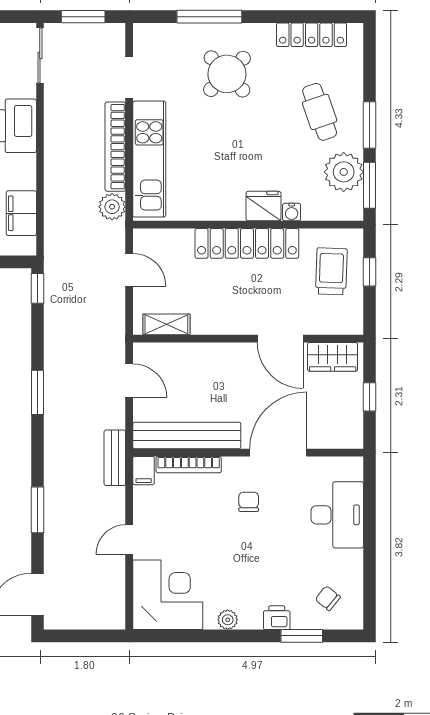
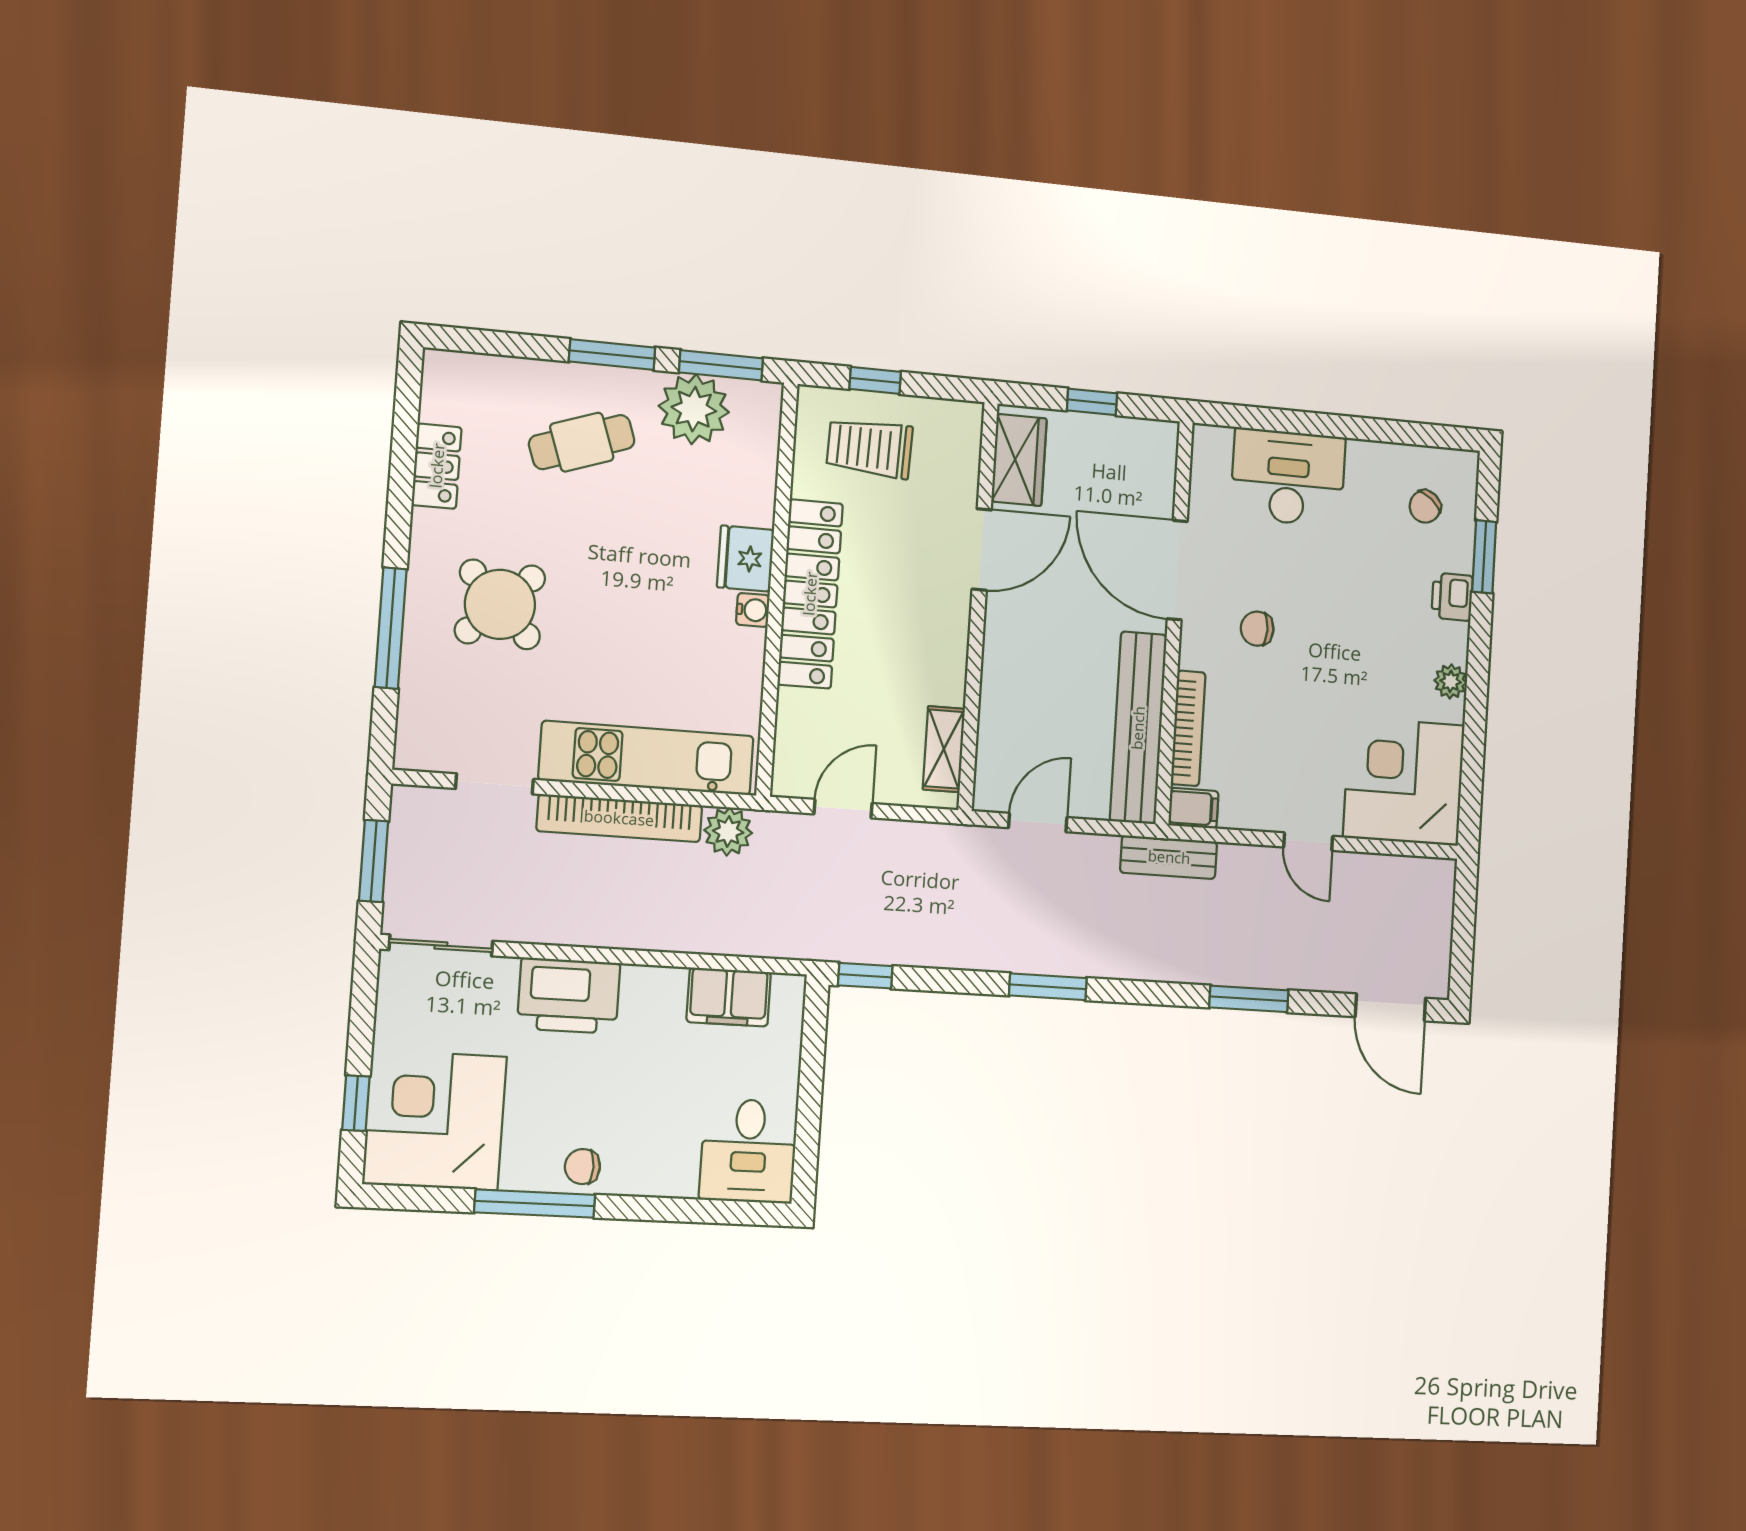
locker: (312, 35) -> (437, 466), width x0.66
water cooler: (292, 212) -> (753, 610), moved

